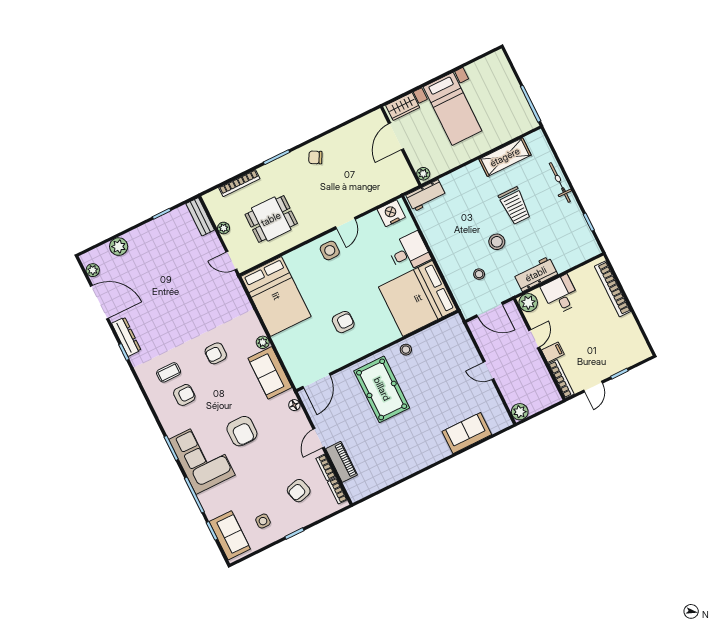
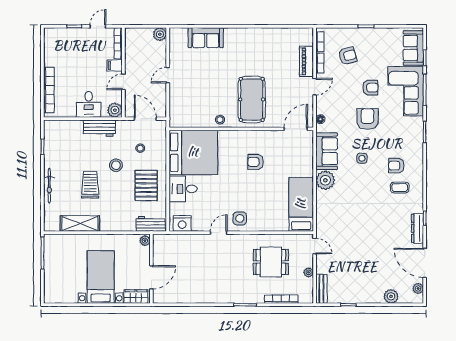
chair: (315, 157) -> (217, 291), removed
pallet: (452, 236) -> (146, 186), added
bed: (276, 296) -> (301, 204), width x0.67
plant: (263, 342) -> (325, 180), width x1.88, depth x1.88
armchair: (216, 353) -> (370, 88), moved
door: (488, 370) -> (168, 75), swing flipped
corner sofa: (202, 457) -> (406, 91), moved
side table: (263, 521) -> (362, 158), moved

